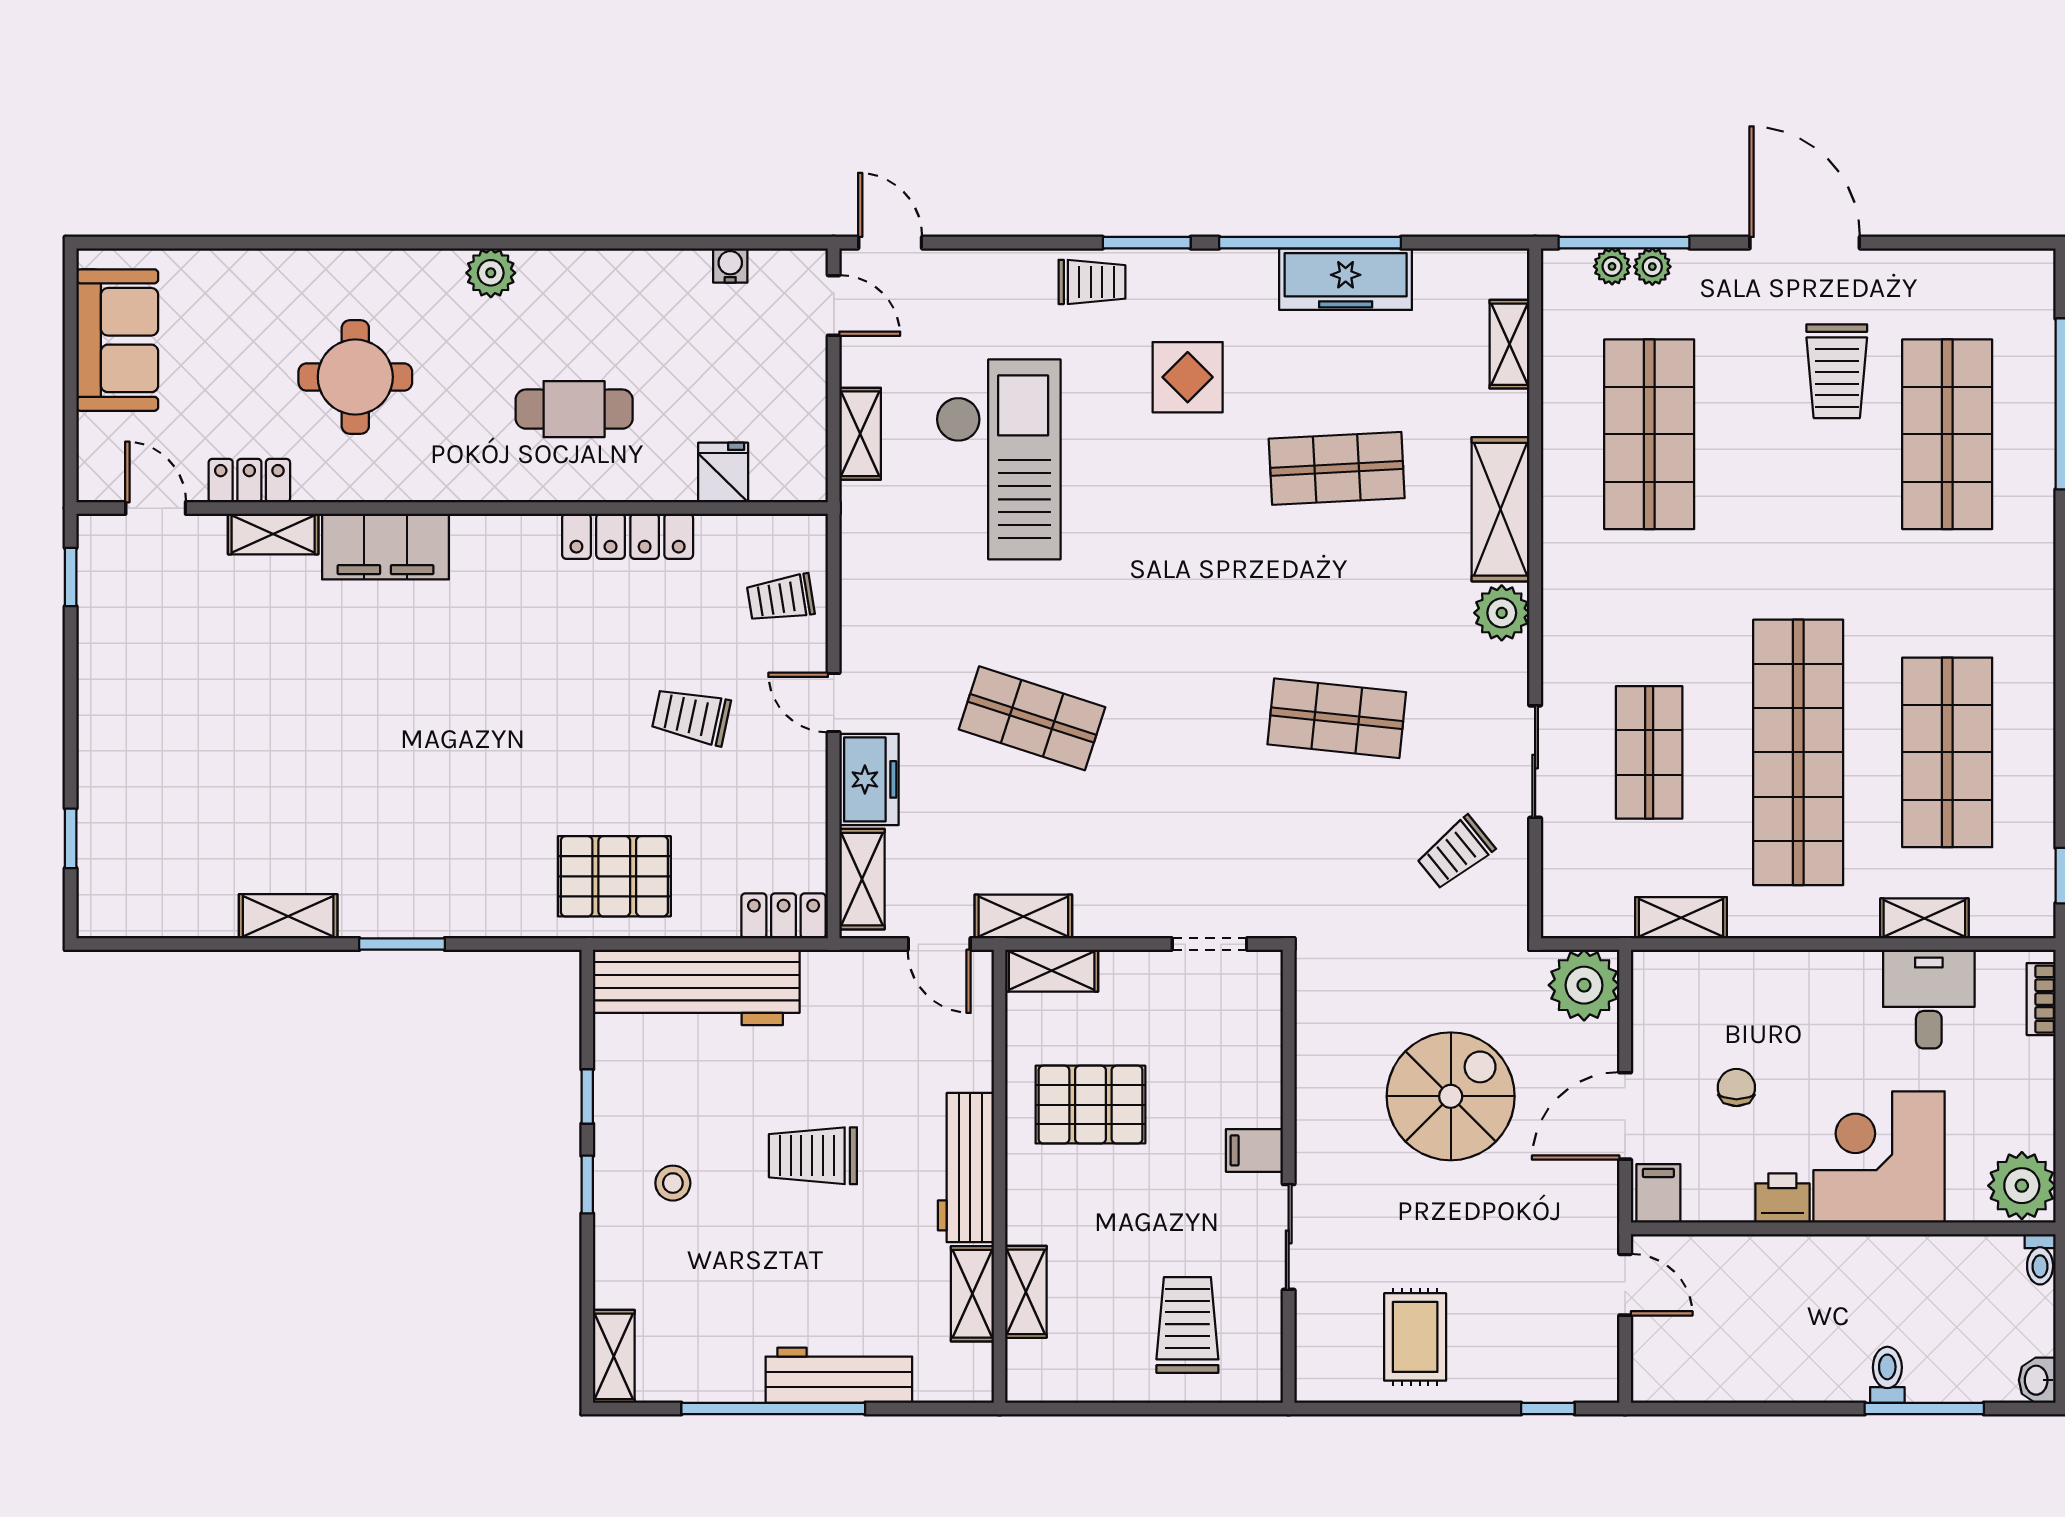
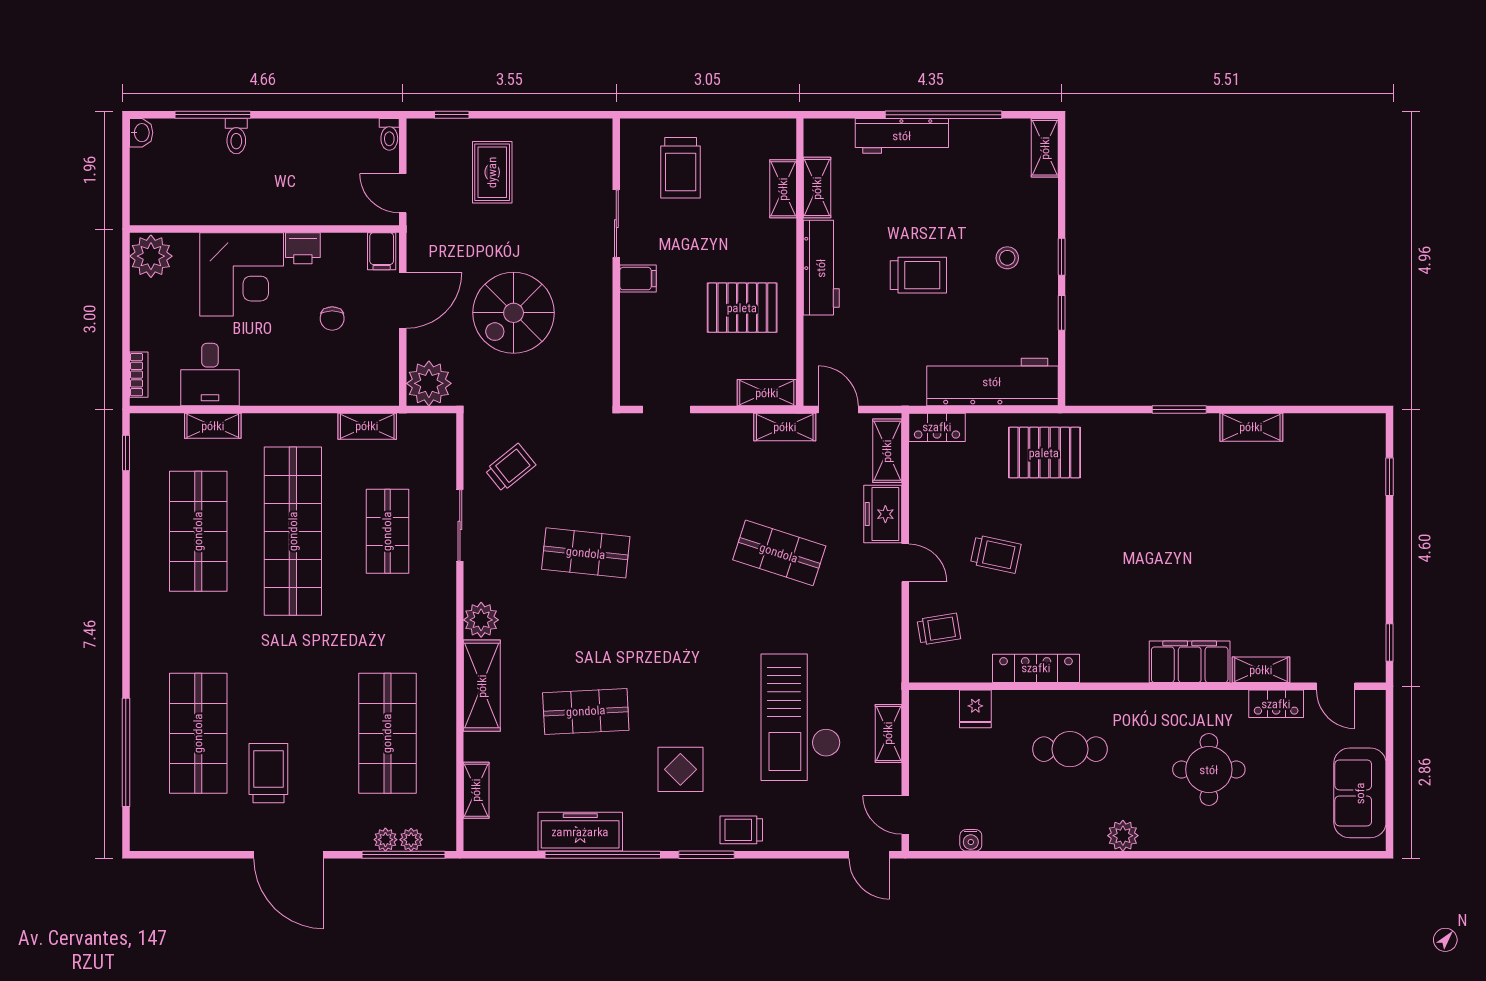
toilet: (2040, 1259) -> (389, 134), moved, turned 180
rug: (1415, 1337) -> (492, 172), moved

